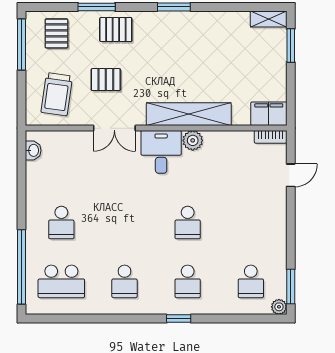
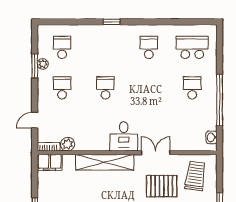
pallet: (106, 80) -> (162, 186), width x1.50, depth x1.42
plant: (193, 140) -> (68, 144), moved
window: (22, 267) -> (220, 100), moved
school desk: (188, 281) -> (62, 88), moved
window: (291, 287) -> (35, 66), moved
plant: (279, 307) -> (43, 64), moved

